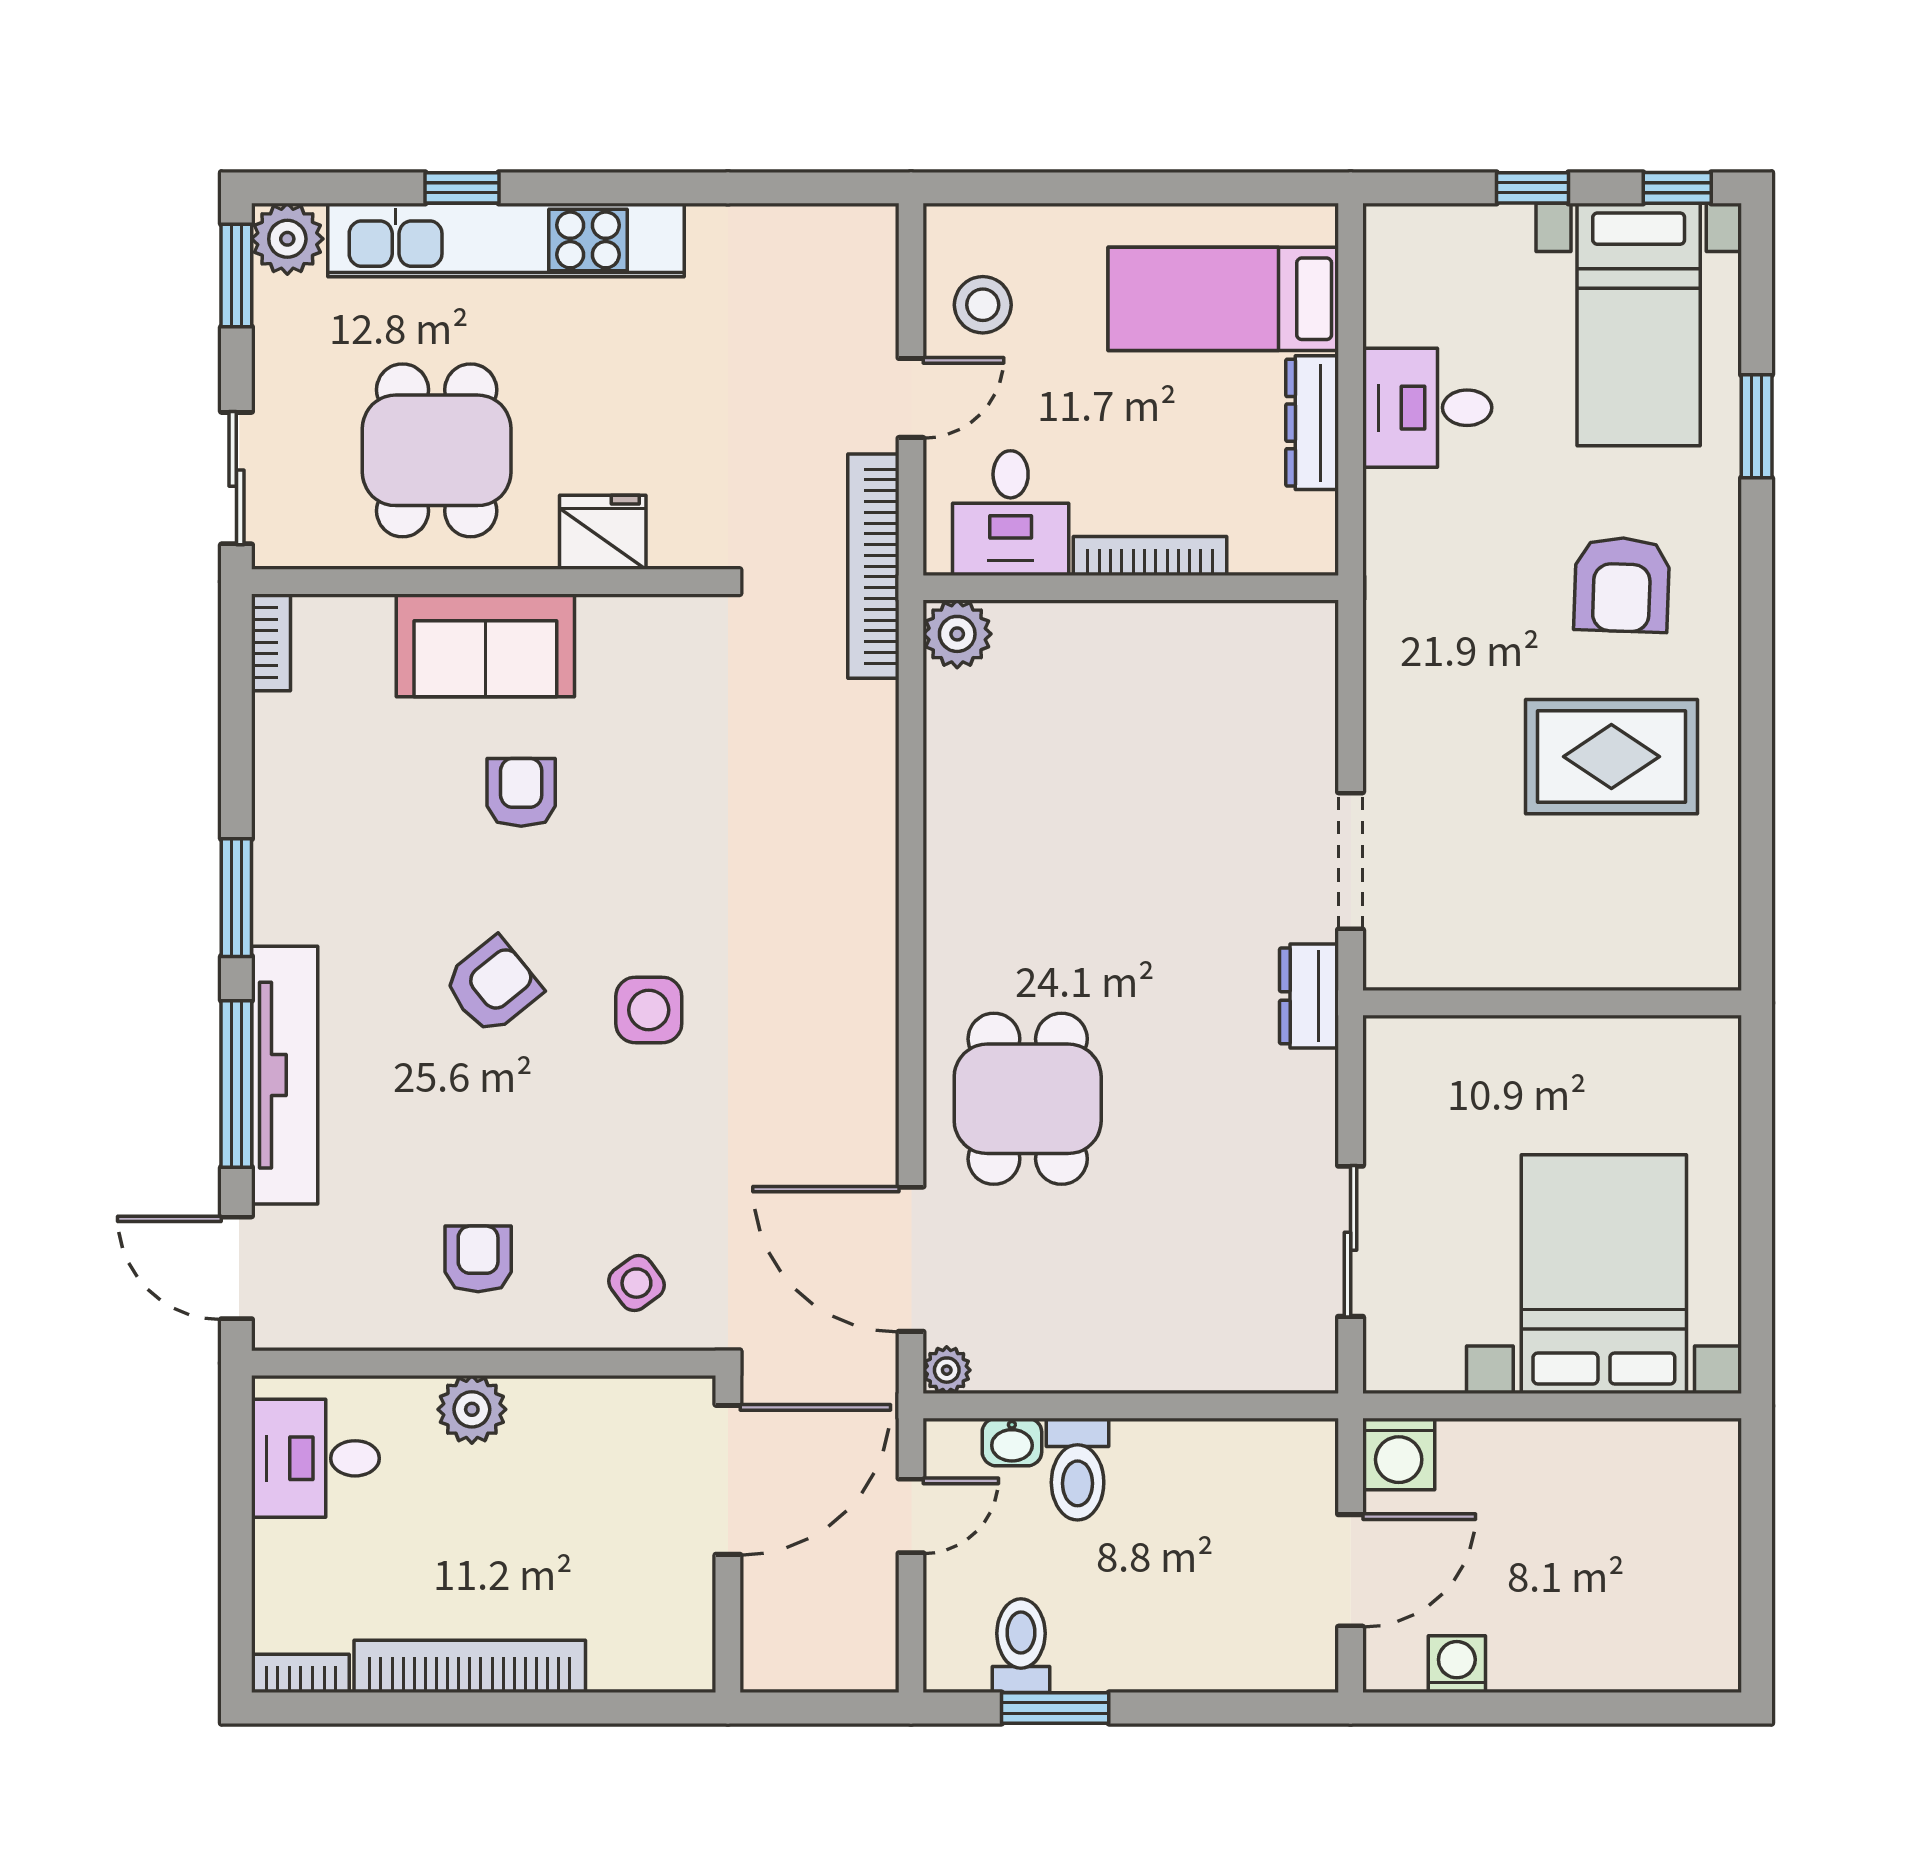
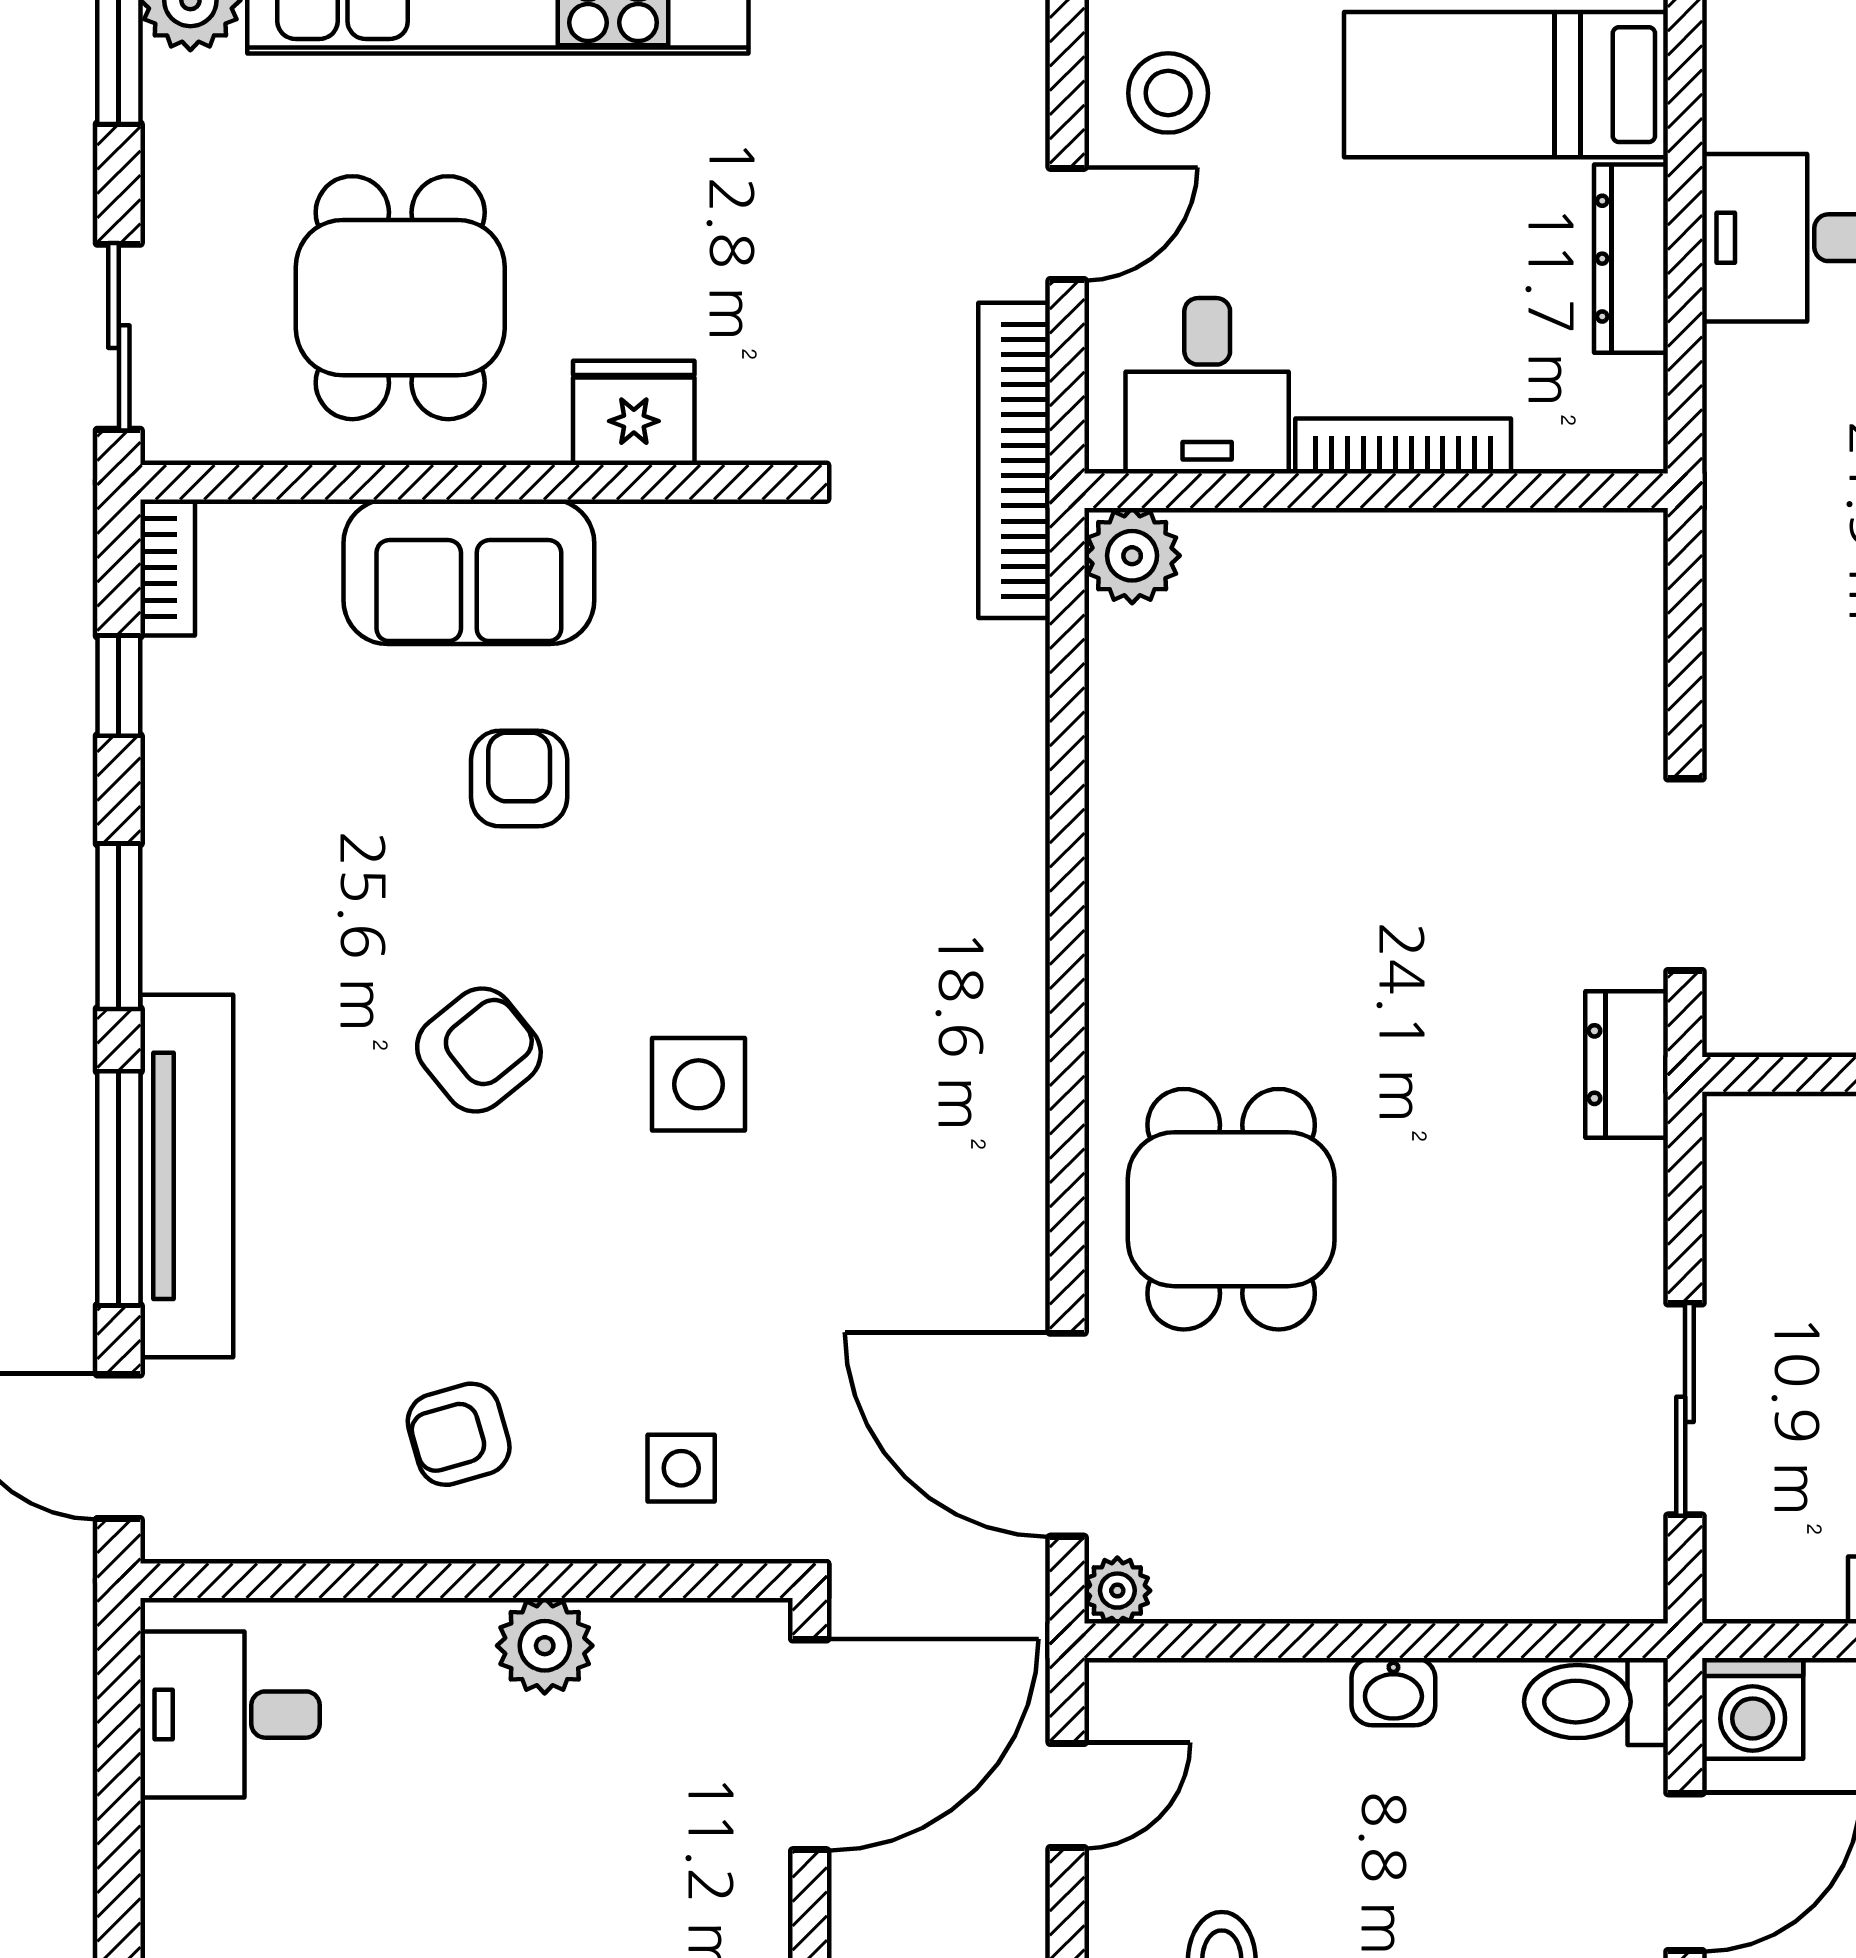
window: (236, 726) -> (119, 686), added
armchair: (478, 1259) -> (459, 1434), turned -106
side table: (636, 1283) -> (681, 1468), turned 36
plant: (472, 1409) -> (545, 1646), moved
washbasin: (1012, 1442) -> (1393, 1692), moved
toilet: (1078, 1469) -> (1596, 1702), moved, turned 90

